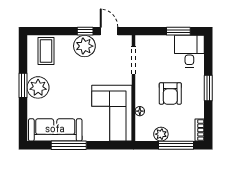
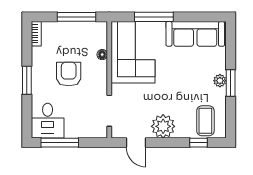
window: (85, 31) -> (199, 143), moved
window: (178, 31) -> (60, 143), width x1.44
plant: (38, 87) -> (220, 81), width x0.53, depth x0.53
plant: (161, 134) -> (79, 29), removed
window: (69, 145) -> (154, 17), moved
window: (176, 145) -> (77, 17), moved

